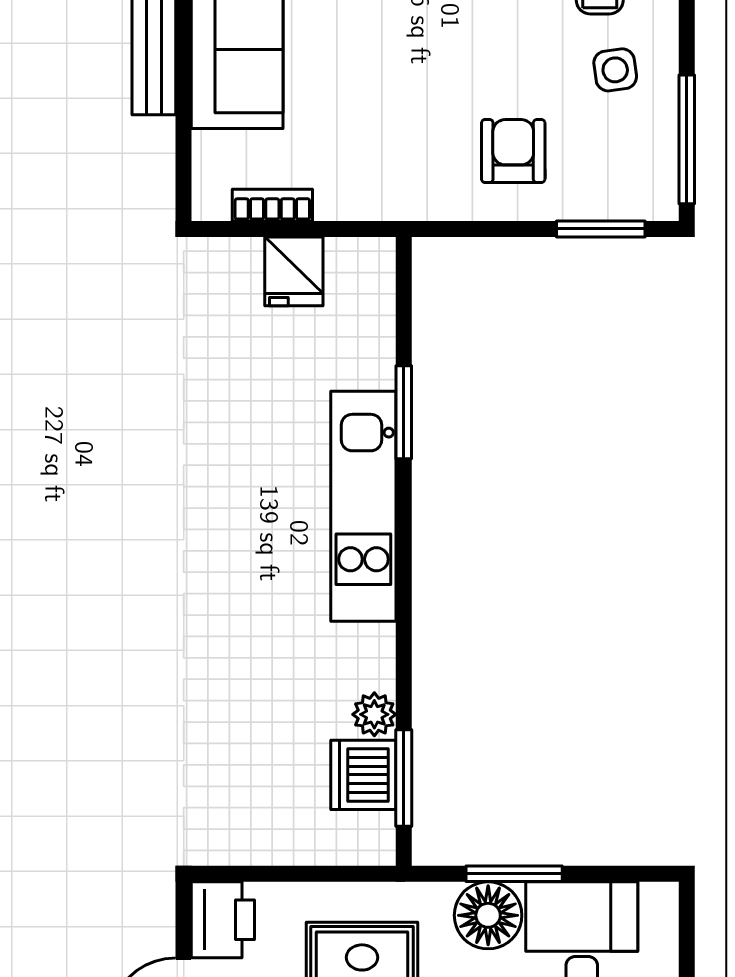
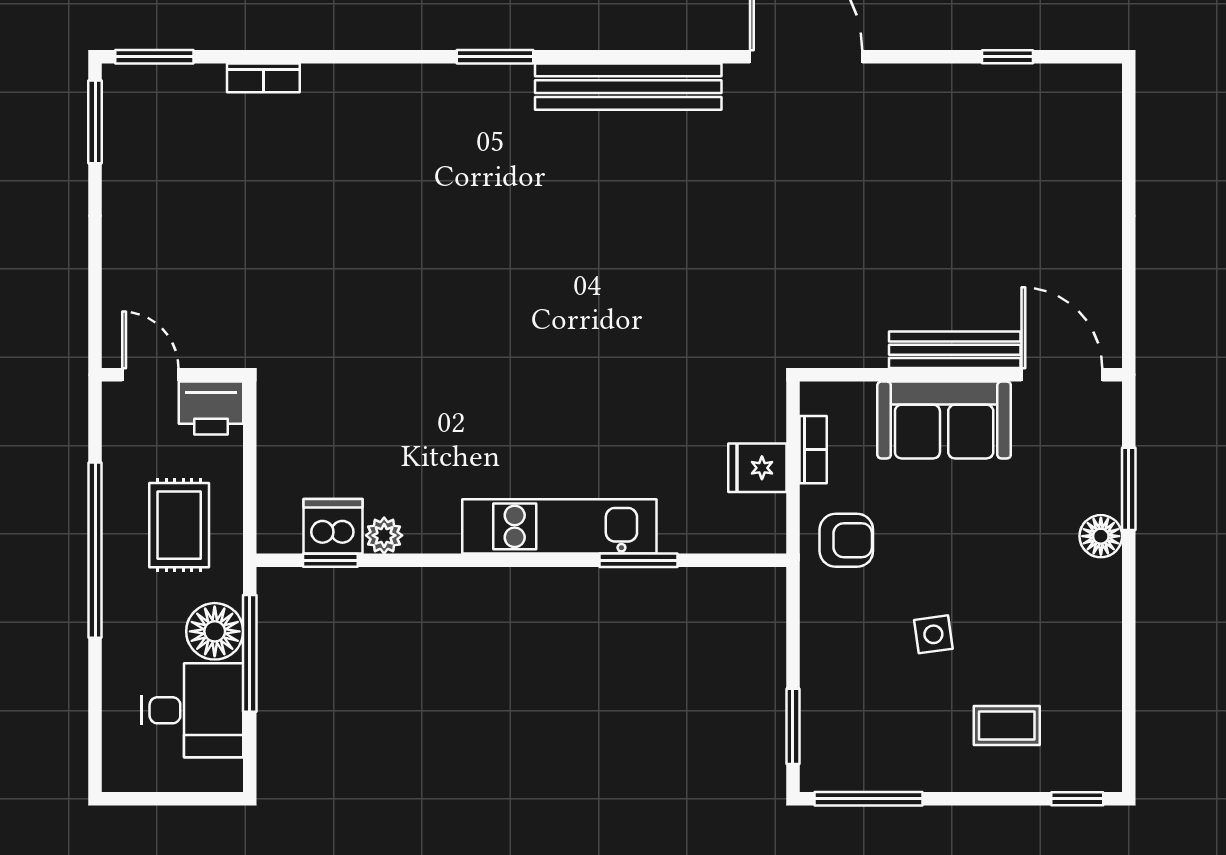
side table: (615, 70) -> (933, 634), moved
armchair: (513, 151) -> (846, 540), moved
window: (404, 778) -> (330, 560), width x0.67
window: (514, 874) -> (250, 653), width x1.44

